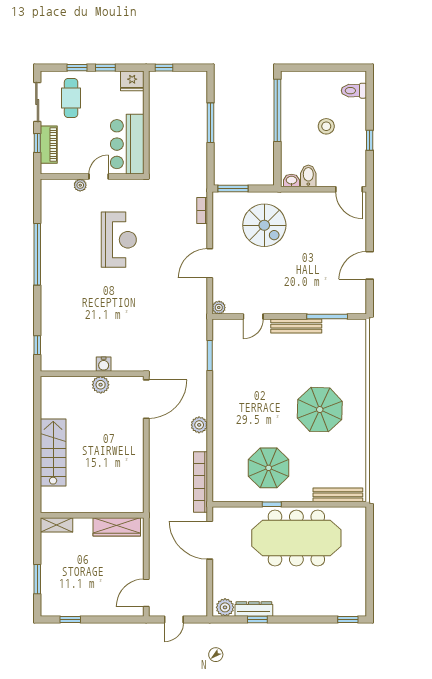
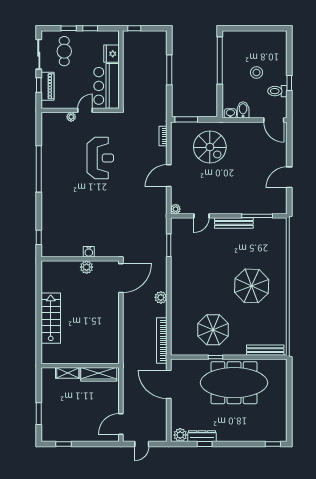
fridge: (132, 81) -> (111, 54), moved, turned 90
toilet: (354, 91) -> (277, 91), moved
shelving: (57, 525) -> (68, 373), moved

